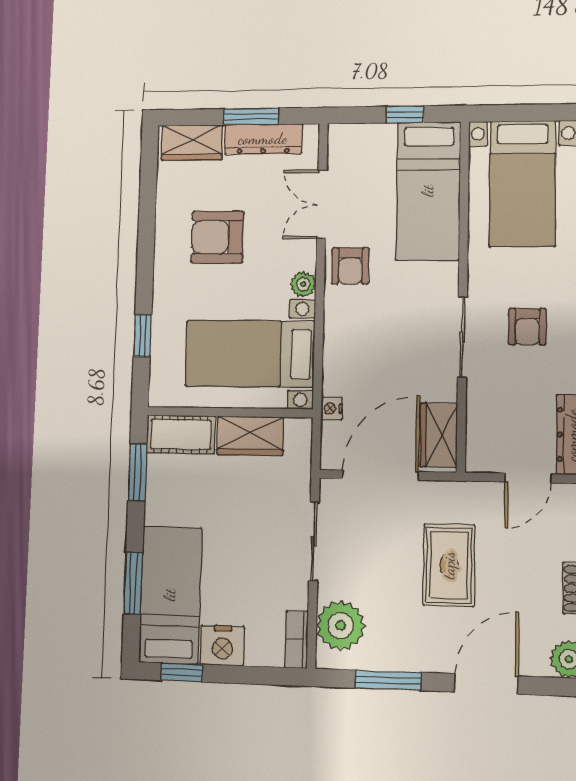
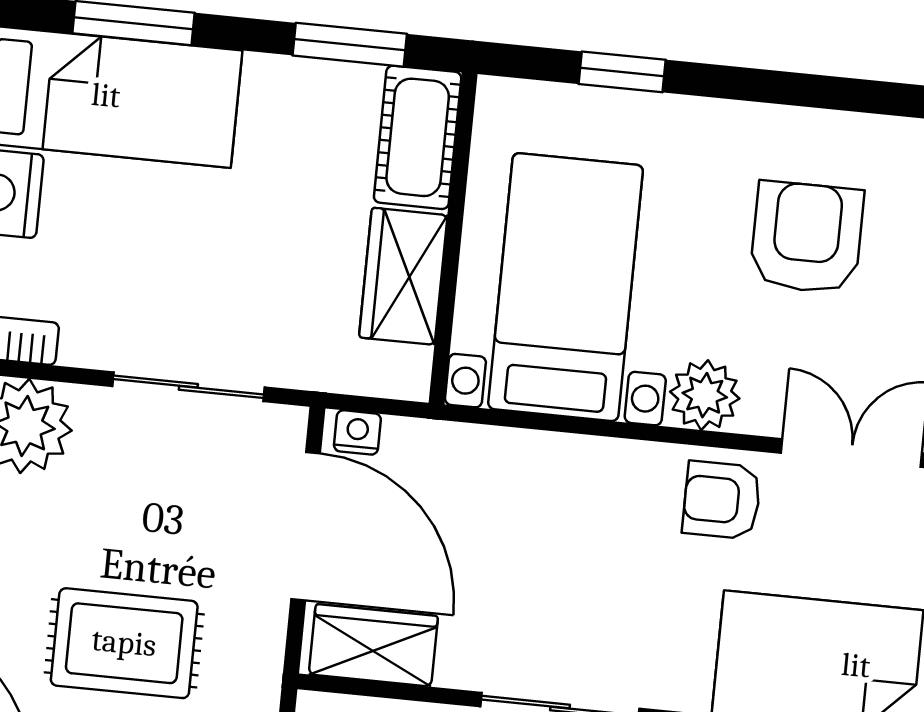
plant: (303, 284) -> (705, 395), width x1.38, depth x1.38
nightstand: (332, 408) -> (357, 432), moved

